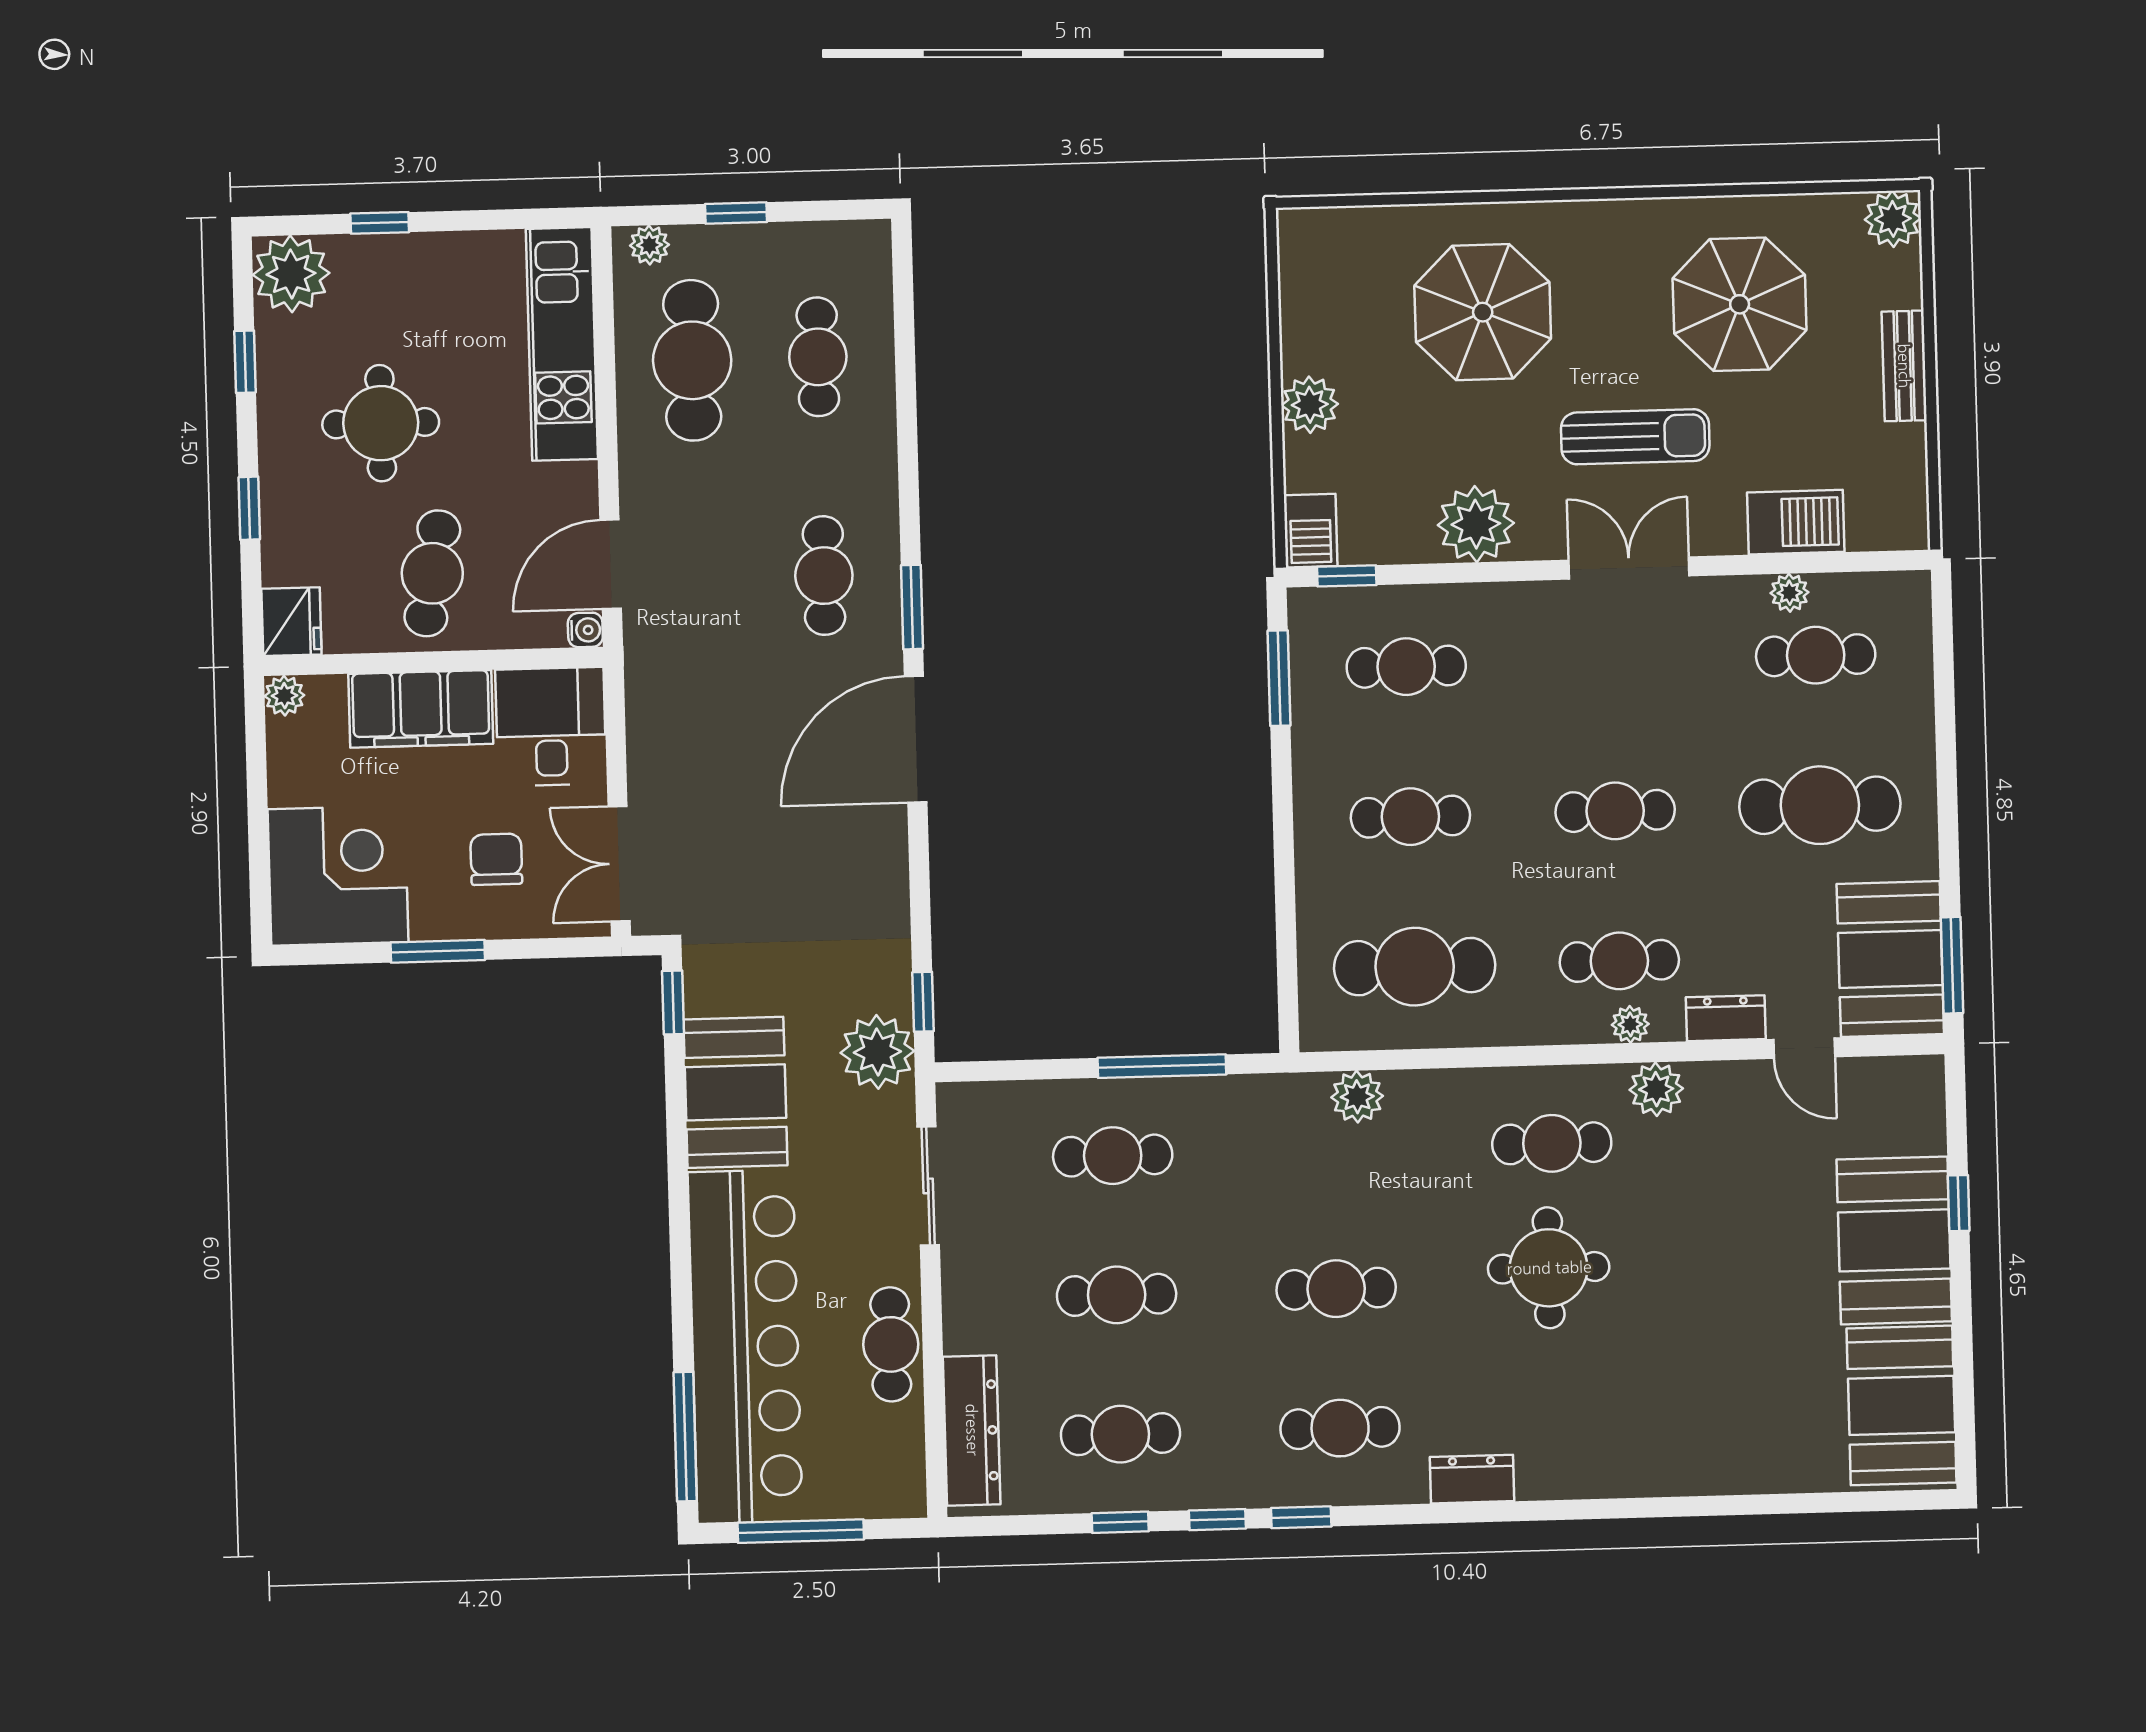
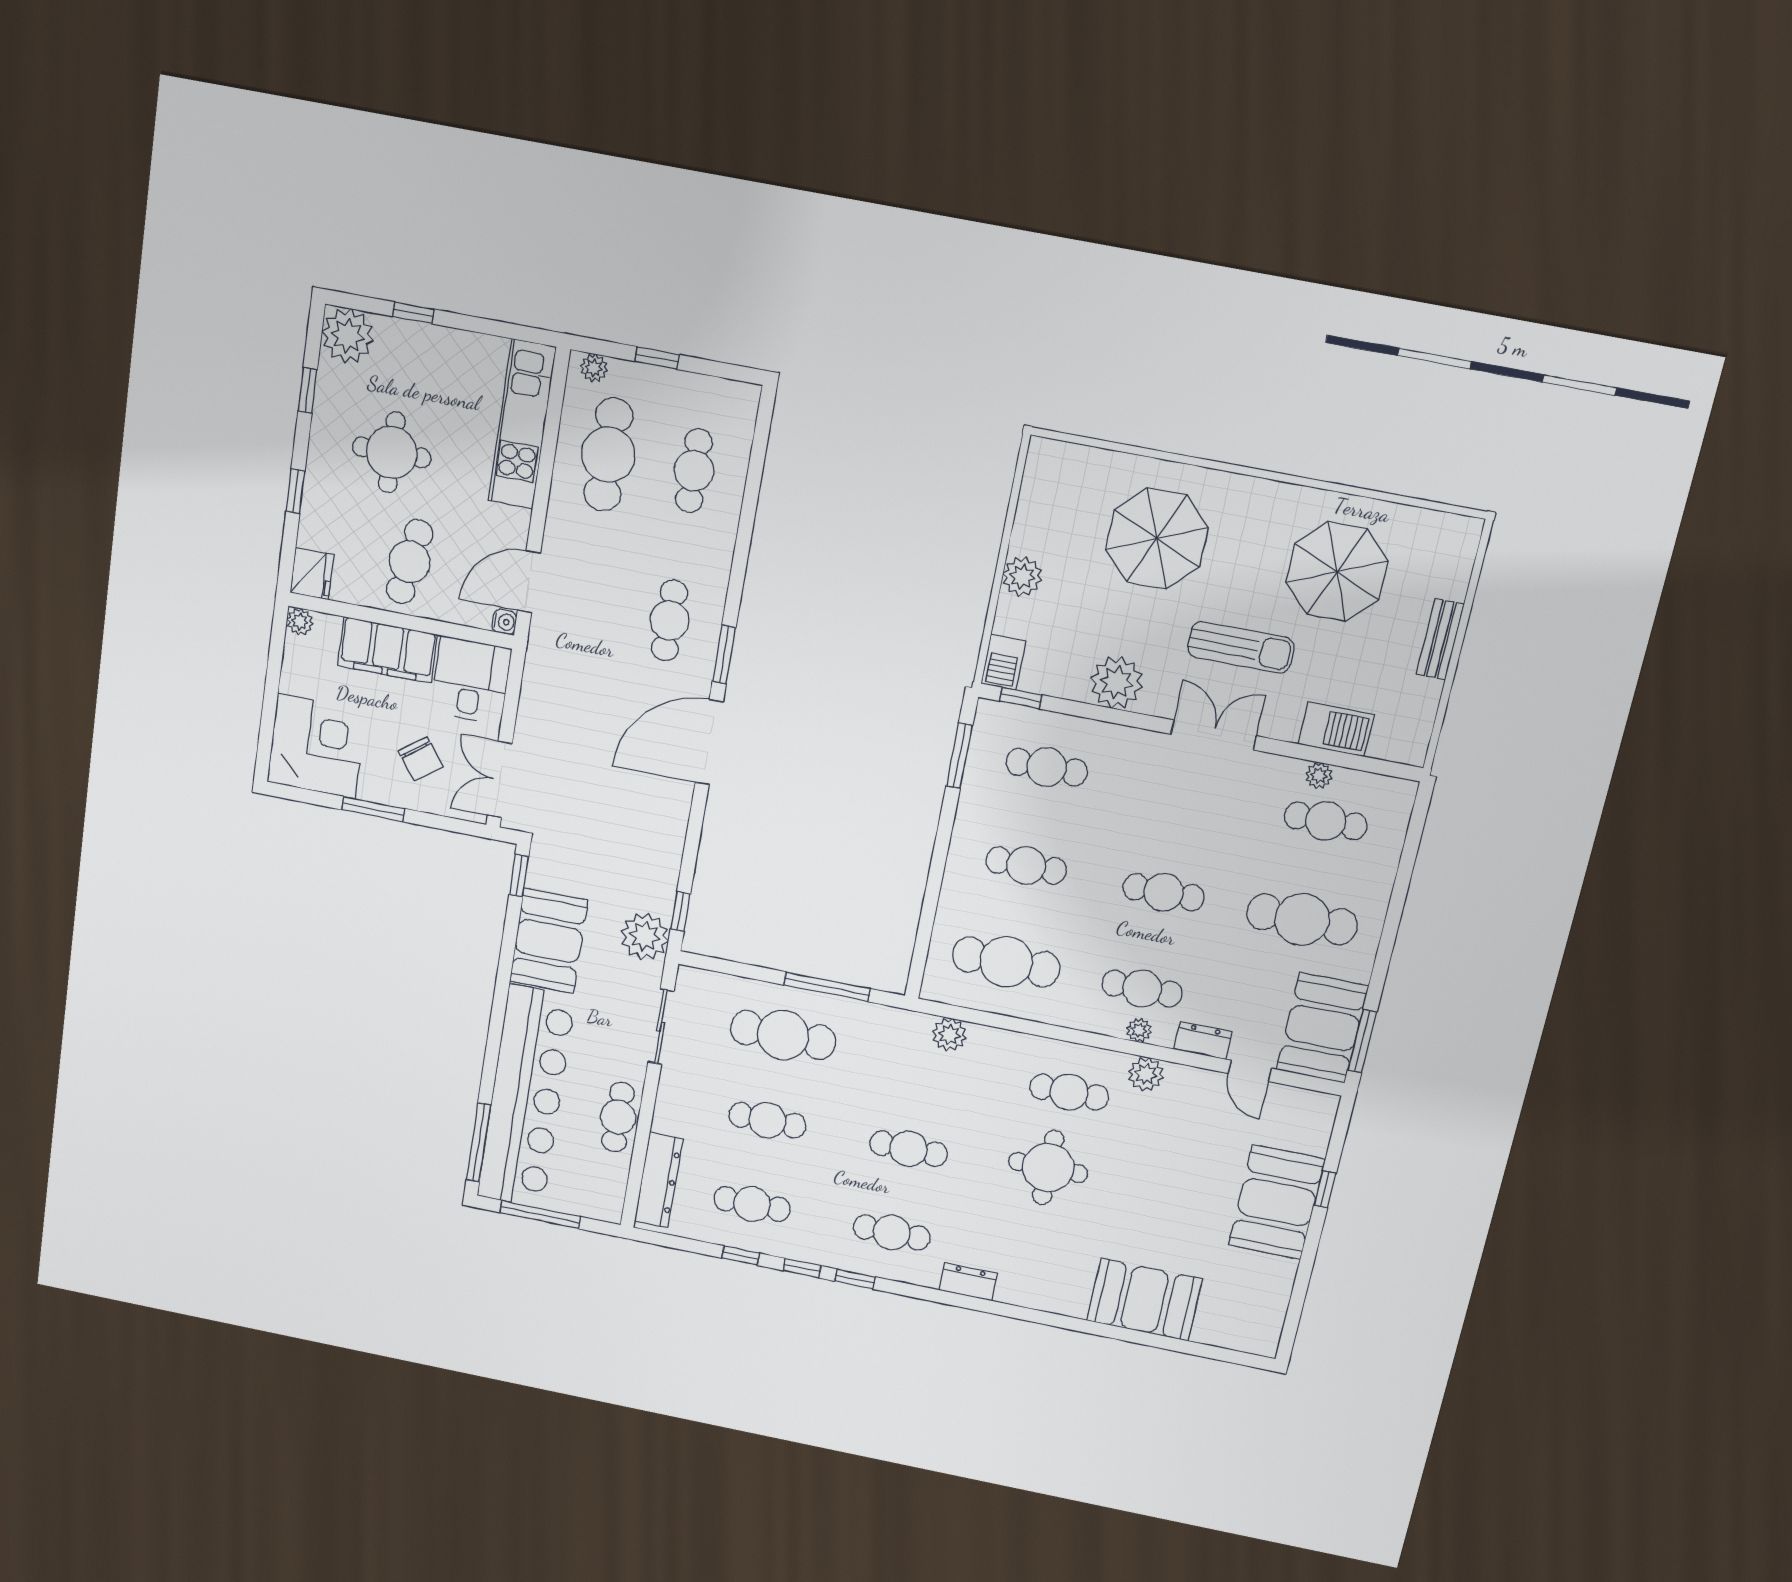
plant: (1893, 219) -> (1461, 535), removed
chair: (496, 859) -> (421, 759), turned 143
cafe table: (1113, 1156) -> (783, 1035), width x1.37, depth x1.35
booth: (1902, 1405) -> (1145, 1300), moved, turned 90

